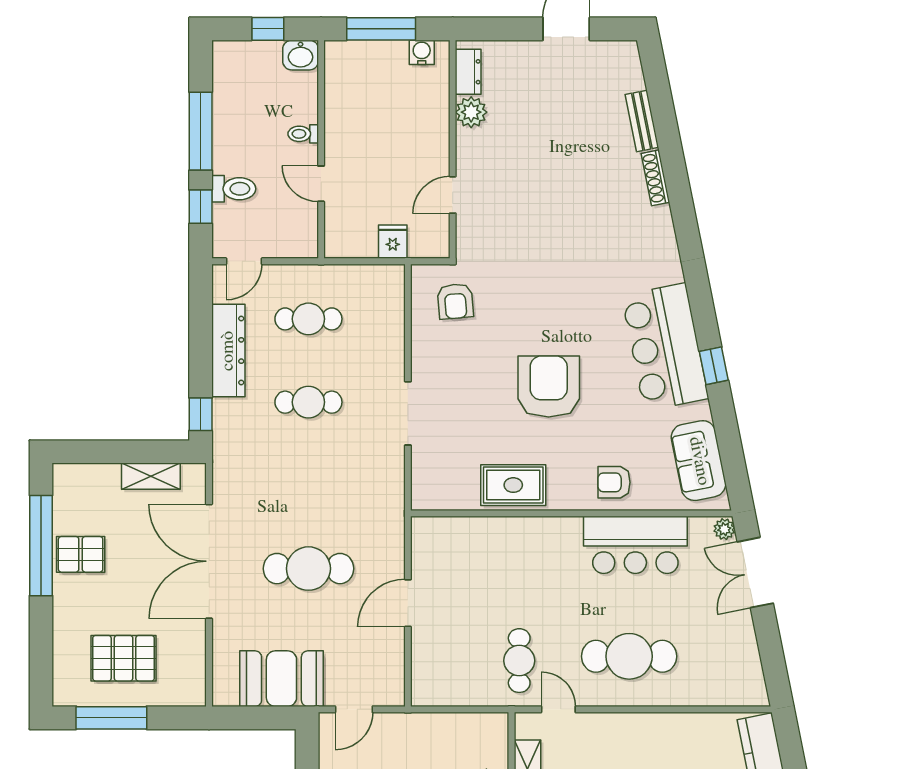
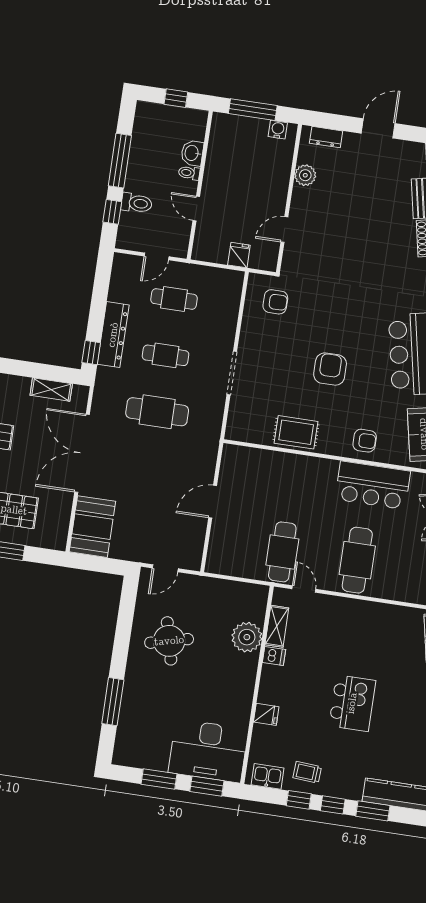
washbasin: (301, 55) -> (192, 153), moved, turned 90
dresser: (468, 72) -> (326, 137), moved, turned 90
door: (244, 261) -> (157, 256), moved
armchair: (455, 301) -> (275, 302), turned -85
dresser: (228, 351) -> (113, 335), moved
armchair: (549, 386) -> (330, 369), width x0.73, depth x0.73
armchair: (614, 482) -> (365, 441), turned 180
cafe table: (308, 569) -> (157, 412), moved
cafe table: (629, 656) -> (357, 560), turned 90
cafe table: (519, 661) -> (282, 552), width x1.37, depth x1.35
booth: (281, 679) -> (92, 527), moved, turned 90

